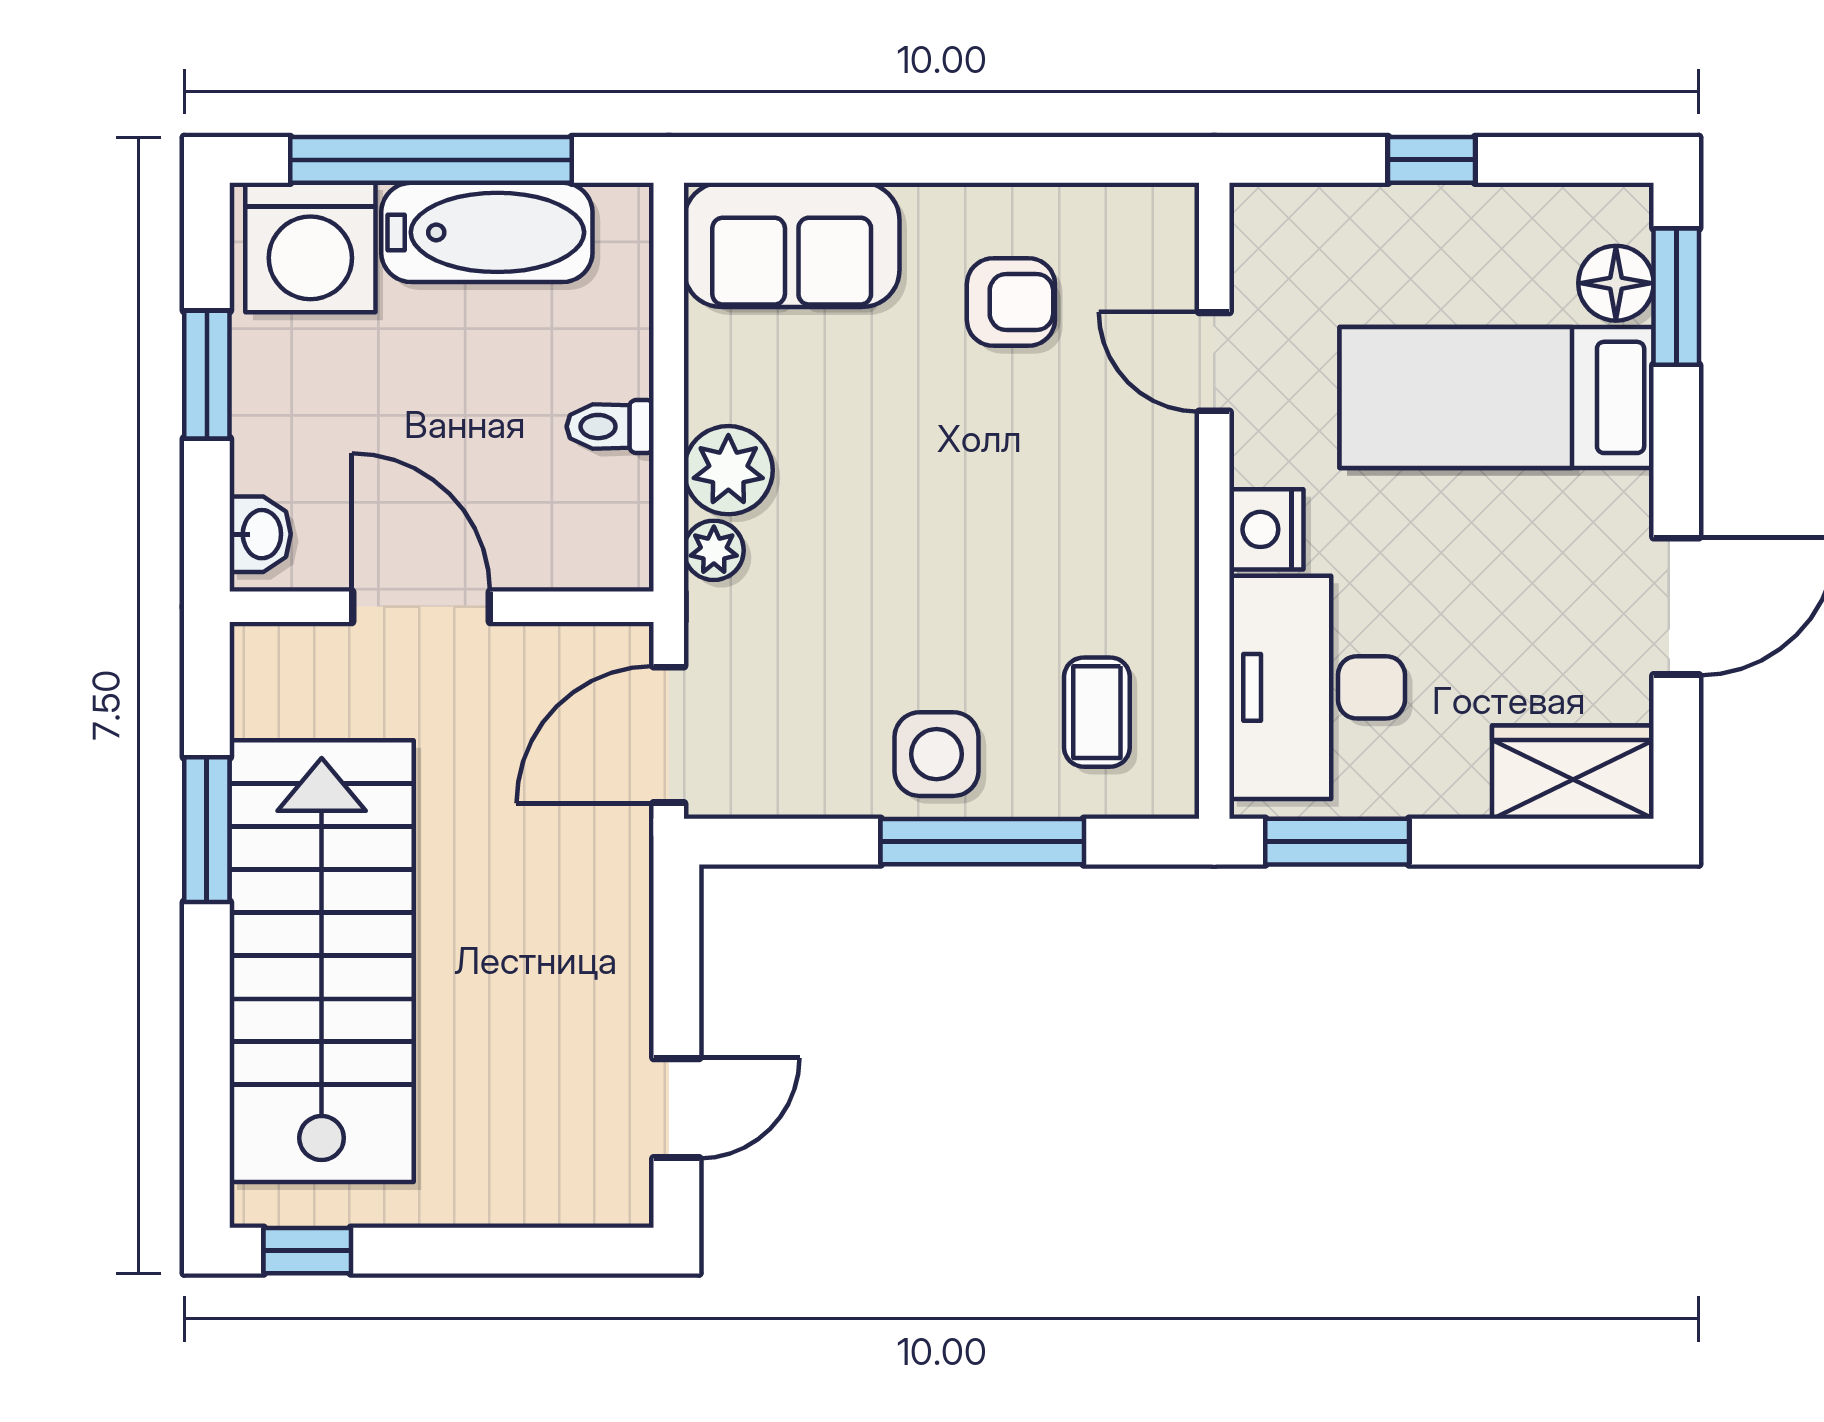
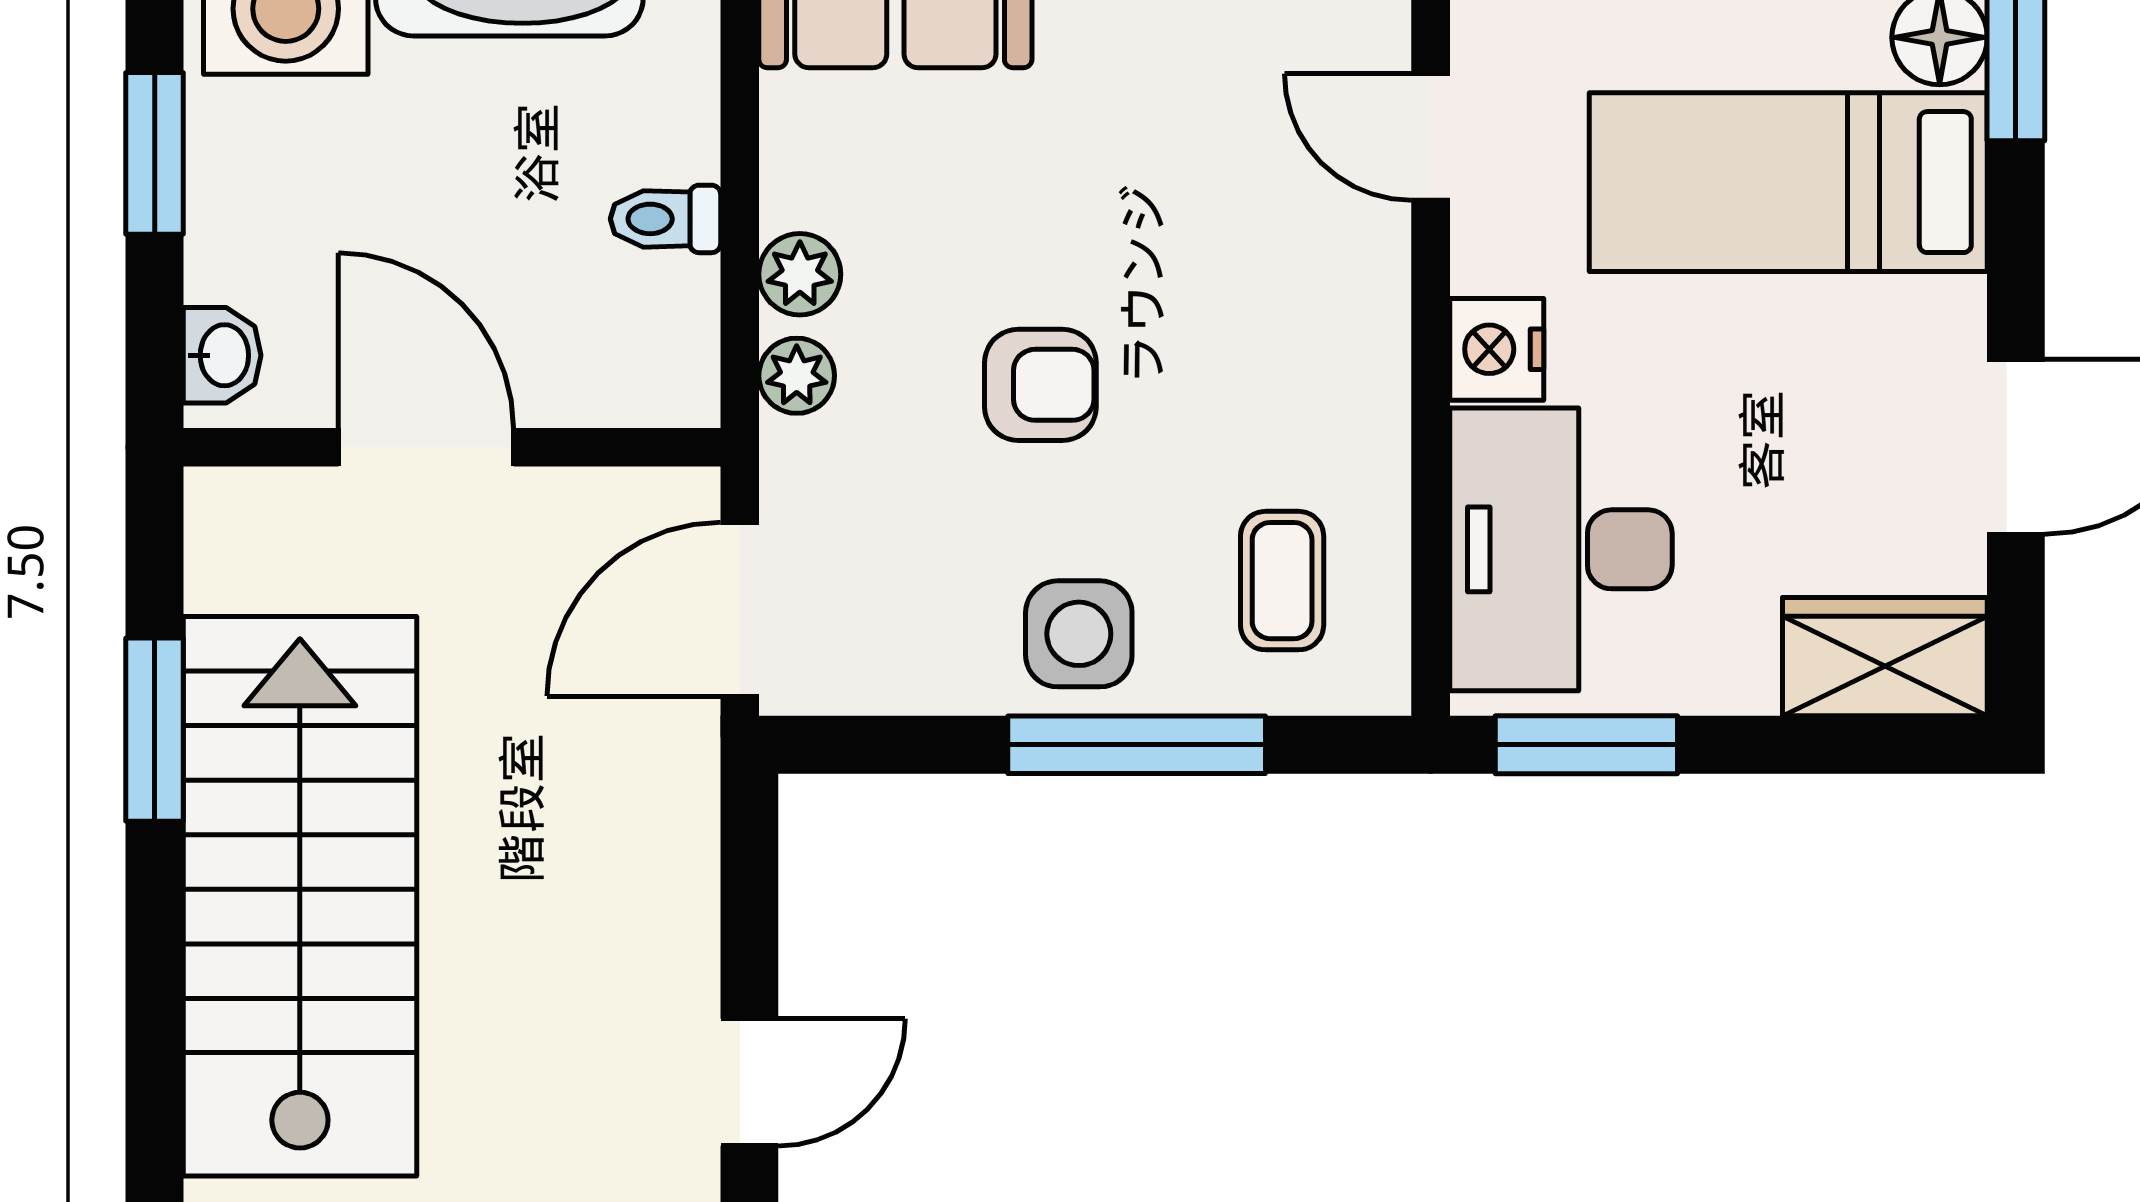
armchair: (1011, 302) -> (1040, 385), moved
plant: (728, 470) -> (800, 274), width x0.73, depth x0.73

